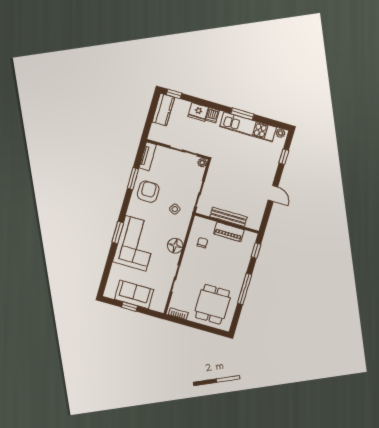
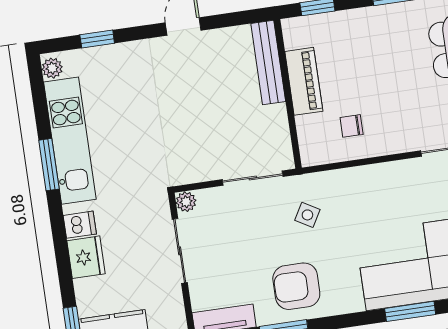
bench: (228, 217) -> (268, 62), moved
floor lamp: (175, 246) -> (383, 180), removed

